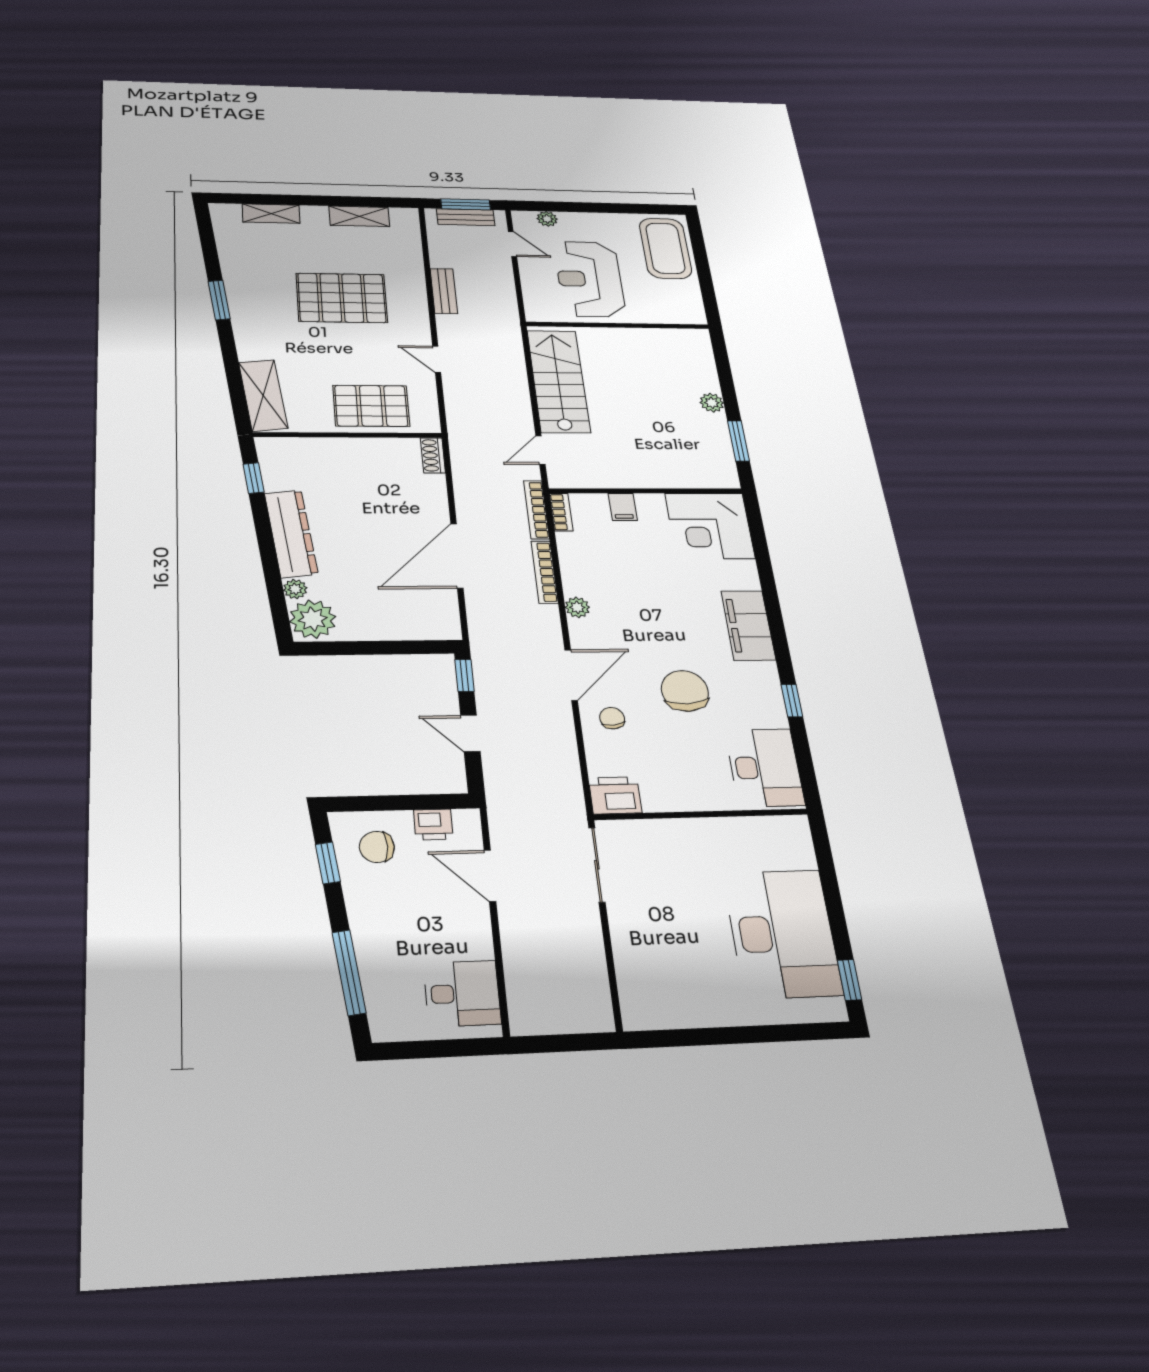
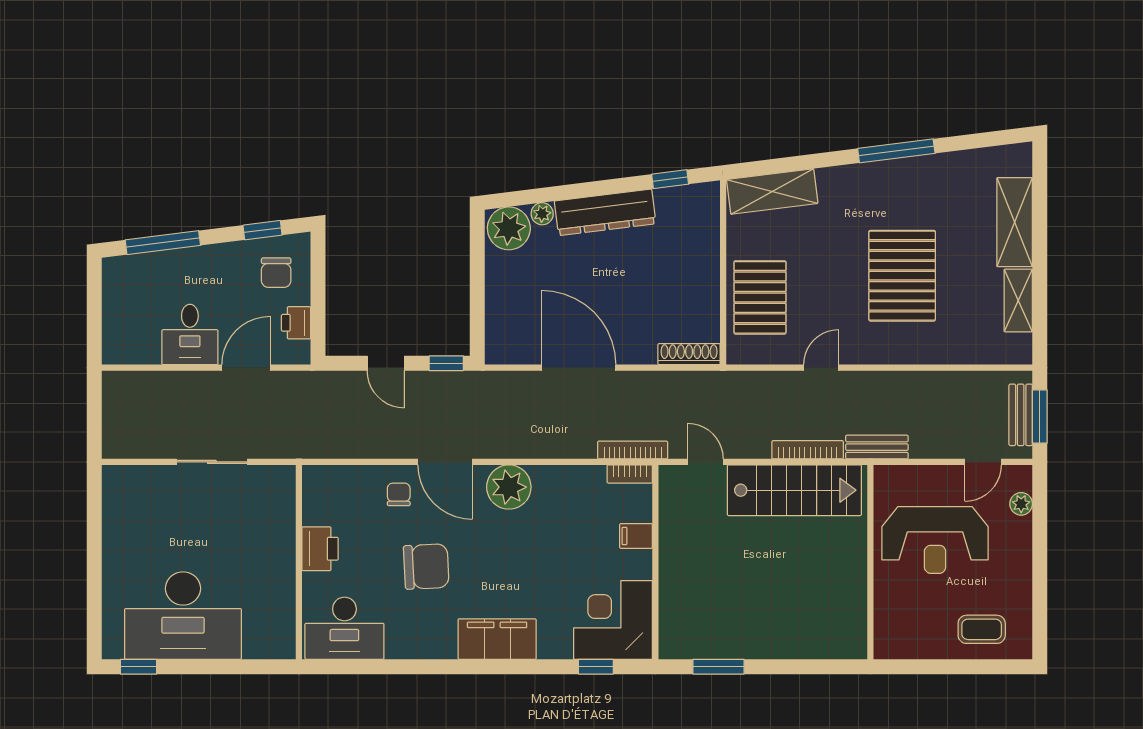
shelving: (271, 214) -> (1015, 222), width x1.50, depth x1.33
coffee table: (665, 248) -> (982, 629), width x0.54, depth x0.58
reception desk: (590, 279) -> (935, 540), turned 180
bench: (444, 291) -> (877, 447), moved
window: (219, 300) -> (896, 151), width x1.44
plant: (712, 403) -> (768, 647), removed
shoe rack: (433, 455) -> (689, 354), width x1.43
bookcase: (545, 572) -> (808, 450), moved
plant: (577, 607) -> (509, 487), width x1.87, depth x1.87
window: (792, 701) -> (596, 667), moved
chair: (612, 718) -> (399, 494), turned -84
door: (470, 733) -> (386, 363), swing flipped
printer: (615, 795) -> (320, 549), moved
chair: (377, 847) -> (276, 273), turned 180
sliding door: (597, 865) -> (212, 462), moved
desk: (462, 993) -> (190, 335), moved

